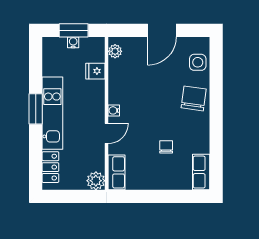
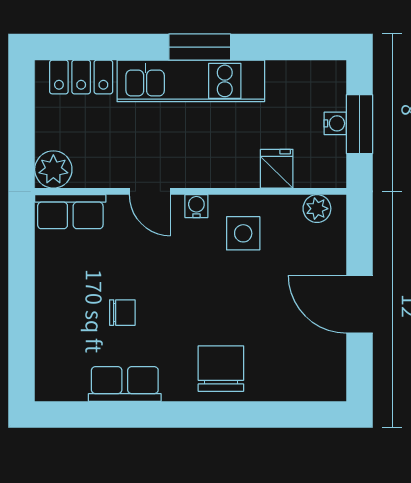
side table: (198, 62) -> (243, 233), moved
chair: (194, 98) -> (221, 369), turned -98
row of seats: (201, 172) -> (125, 384), moved

